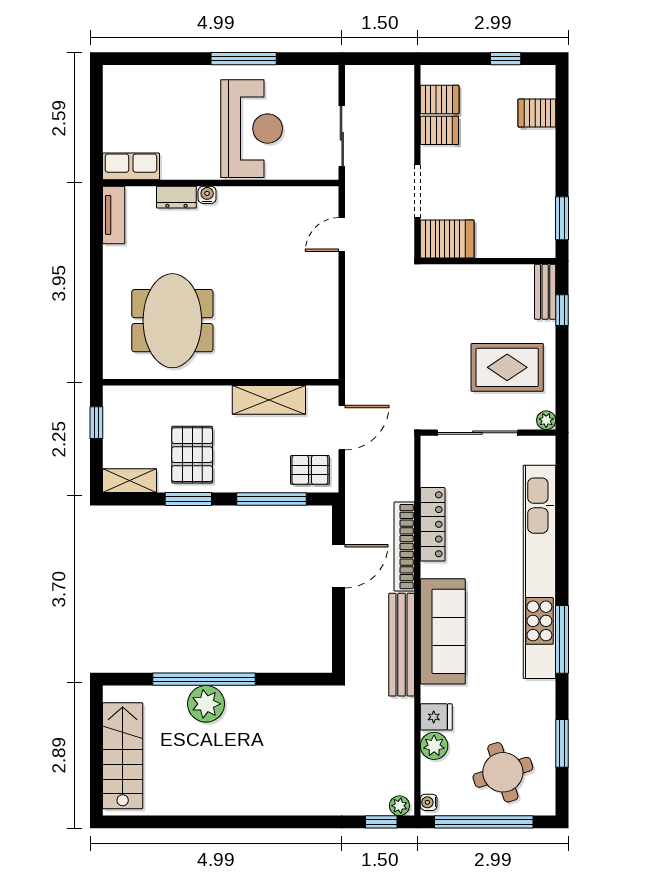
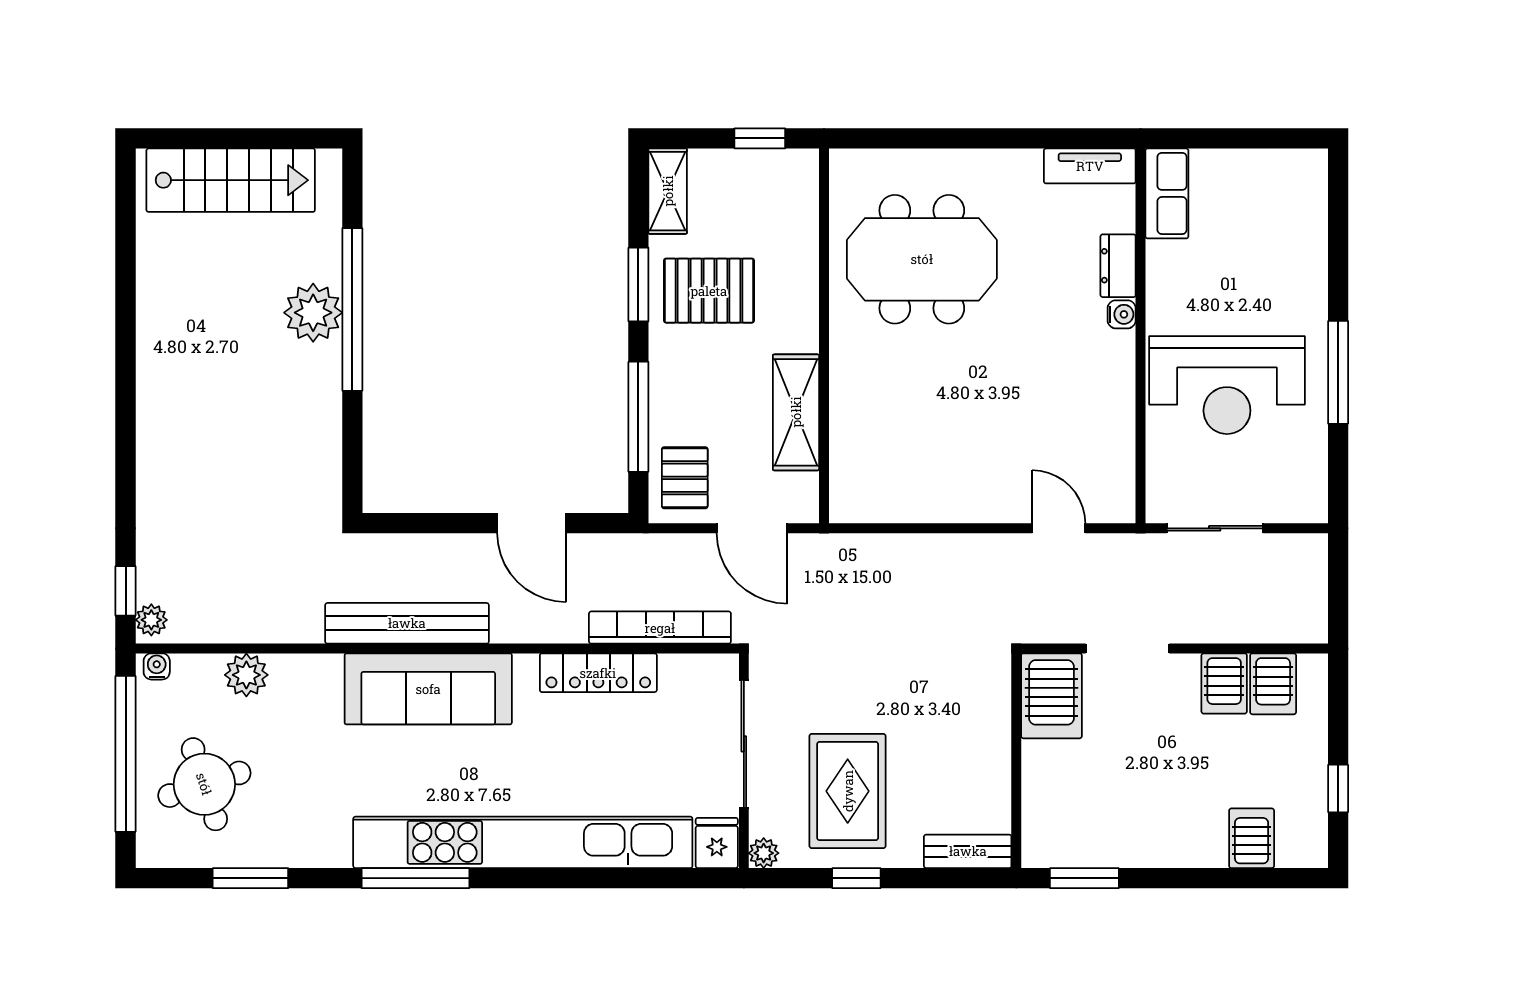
window: (562, 310) -> (856, 878), moved
bookcase: (404, 547) -> (660, 628), moved
fridge: (436, 717) -> (717, 843), moved, turned 180

